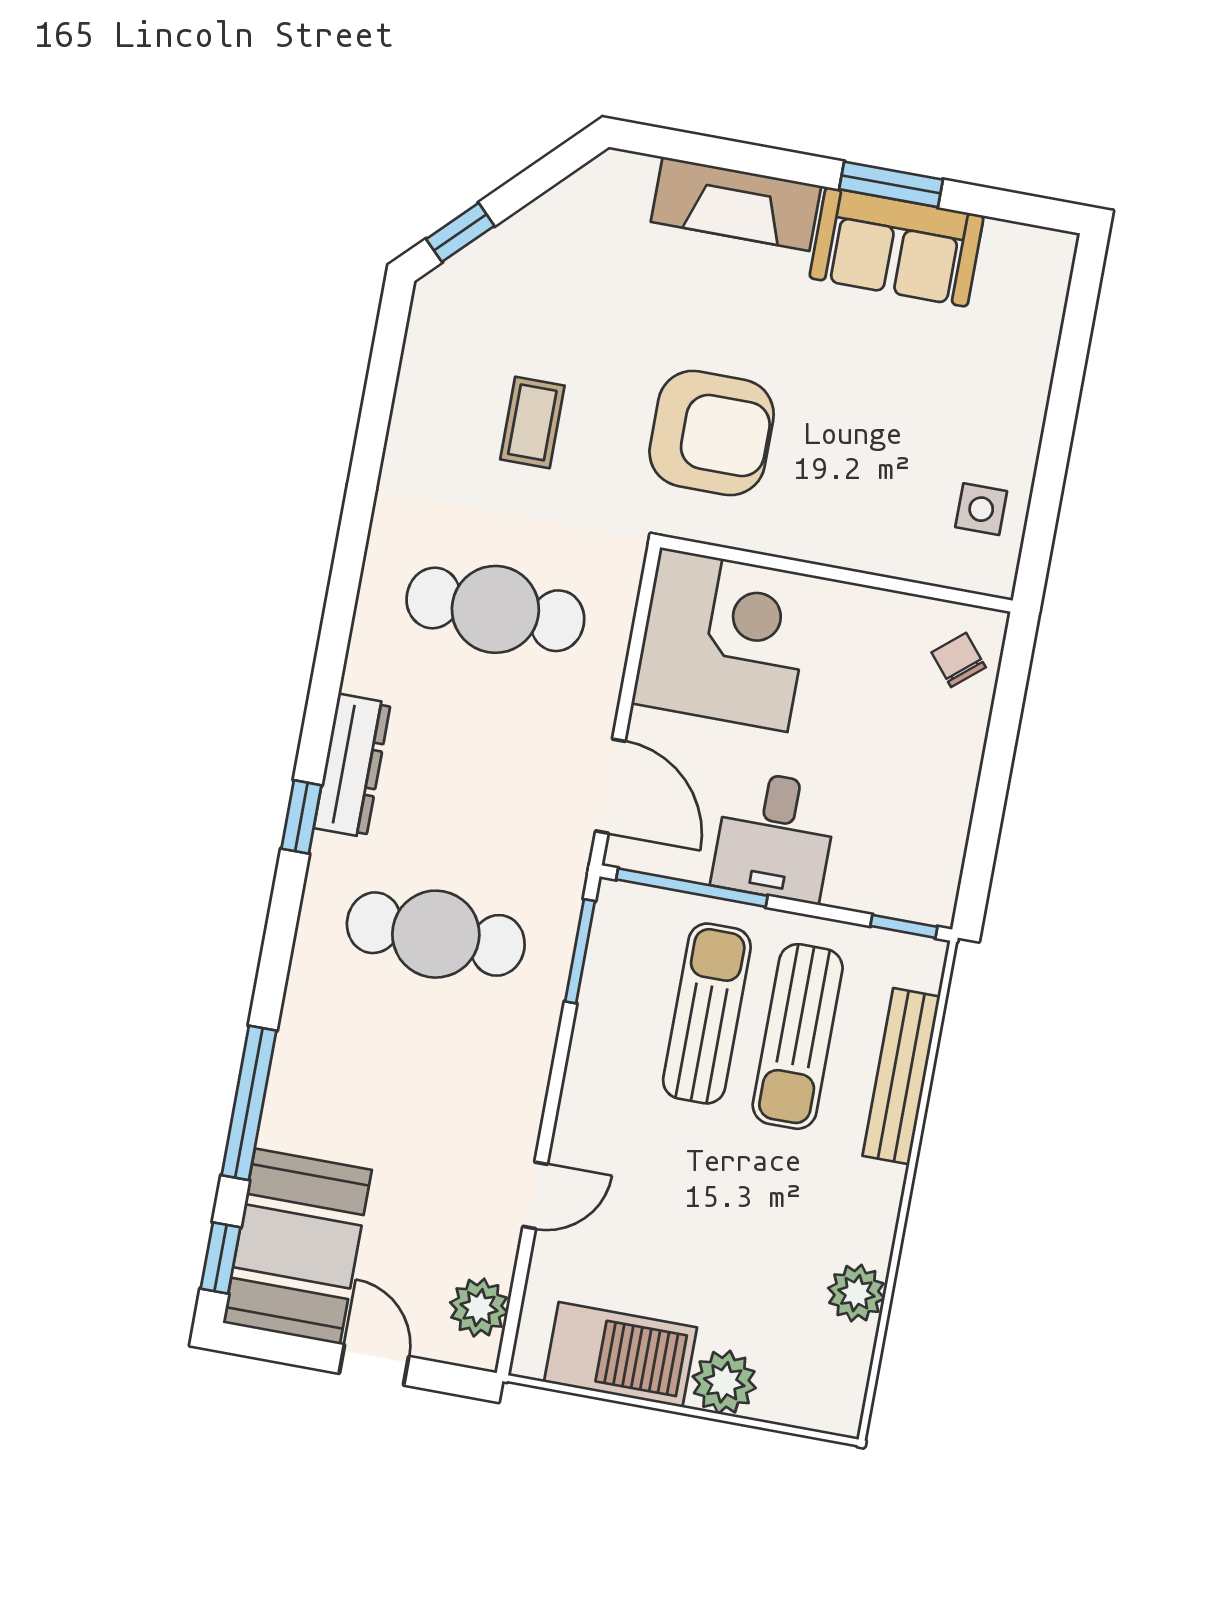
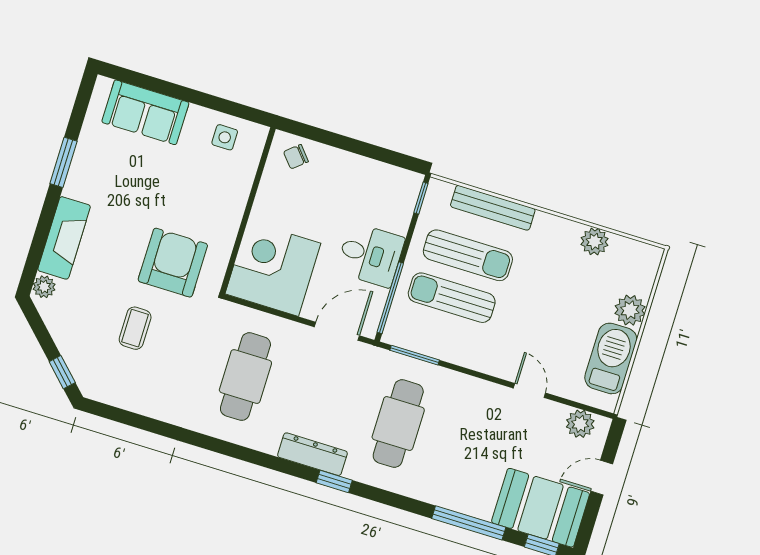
plant: (631, 175) -> (44, 287), added
sofa: (896, 247) -> (145, 112), moved, turned 90
coffee table: (532, 422) -> (135, 328), moved, turned 90

